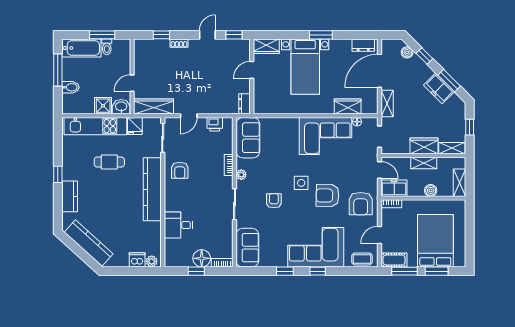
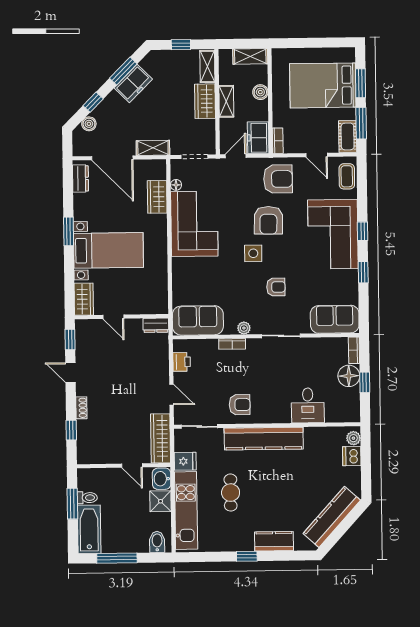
bidet: (70, 87) -> (157, 542), moved
armchair: (274, 201) -> (276, 287), turned 180

